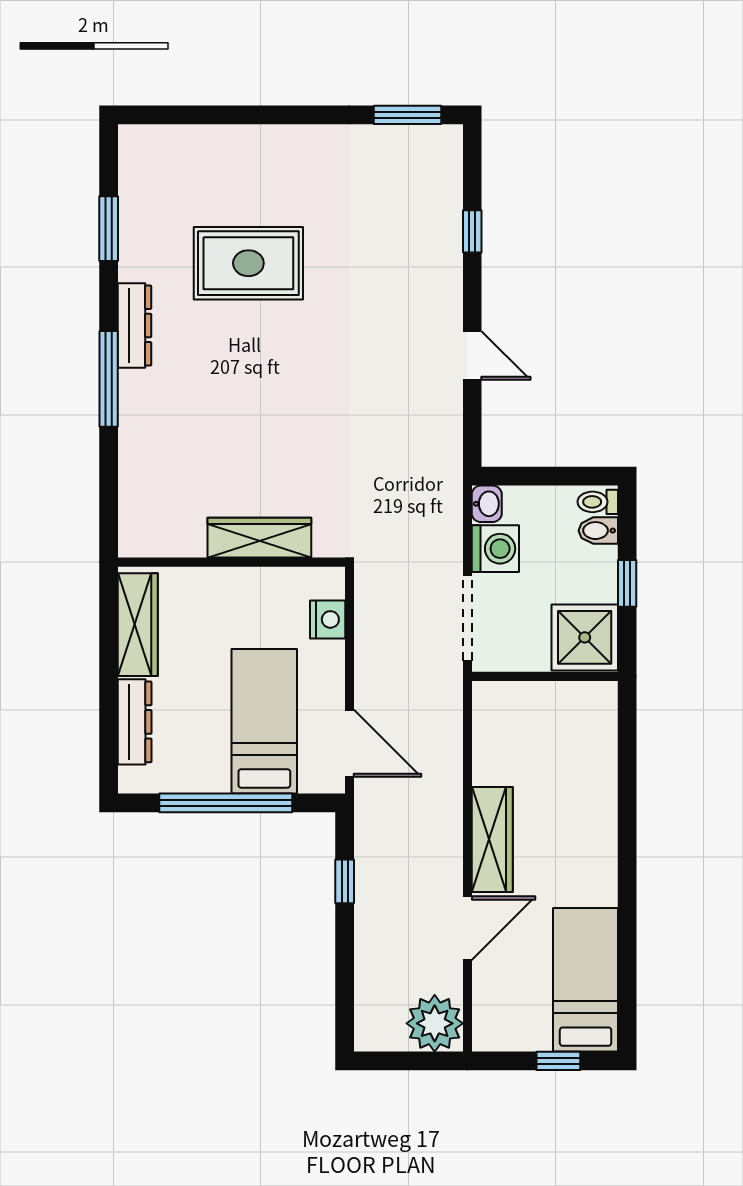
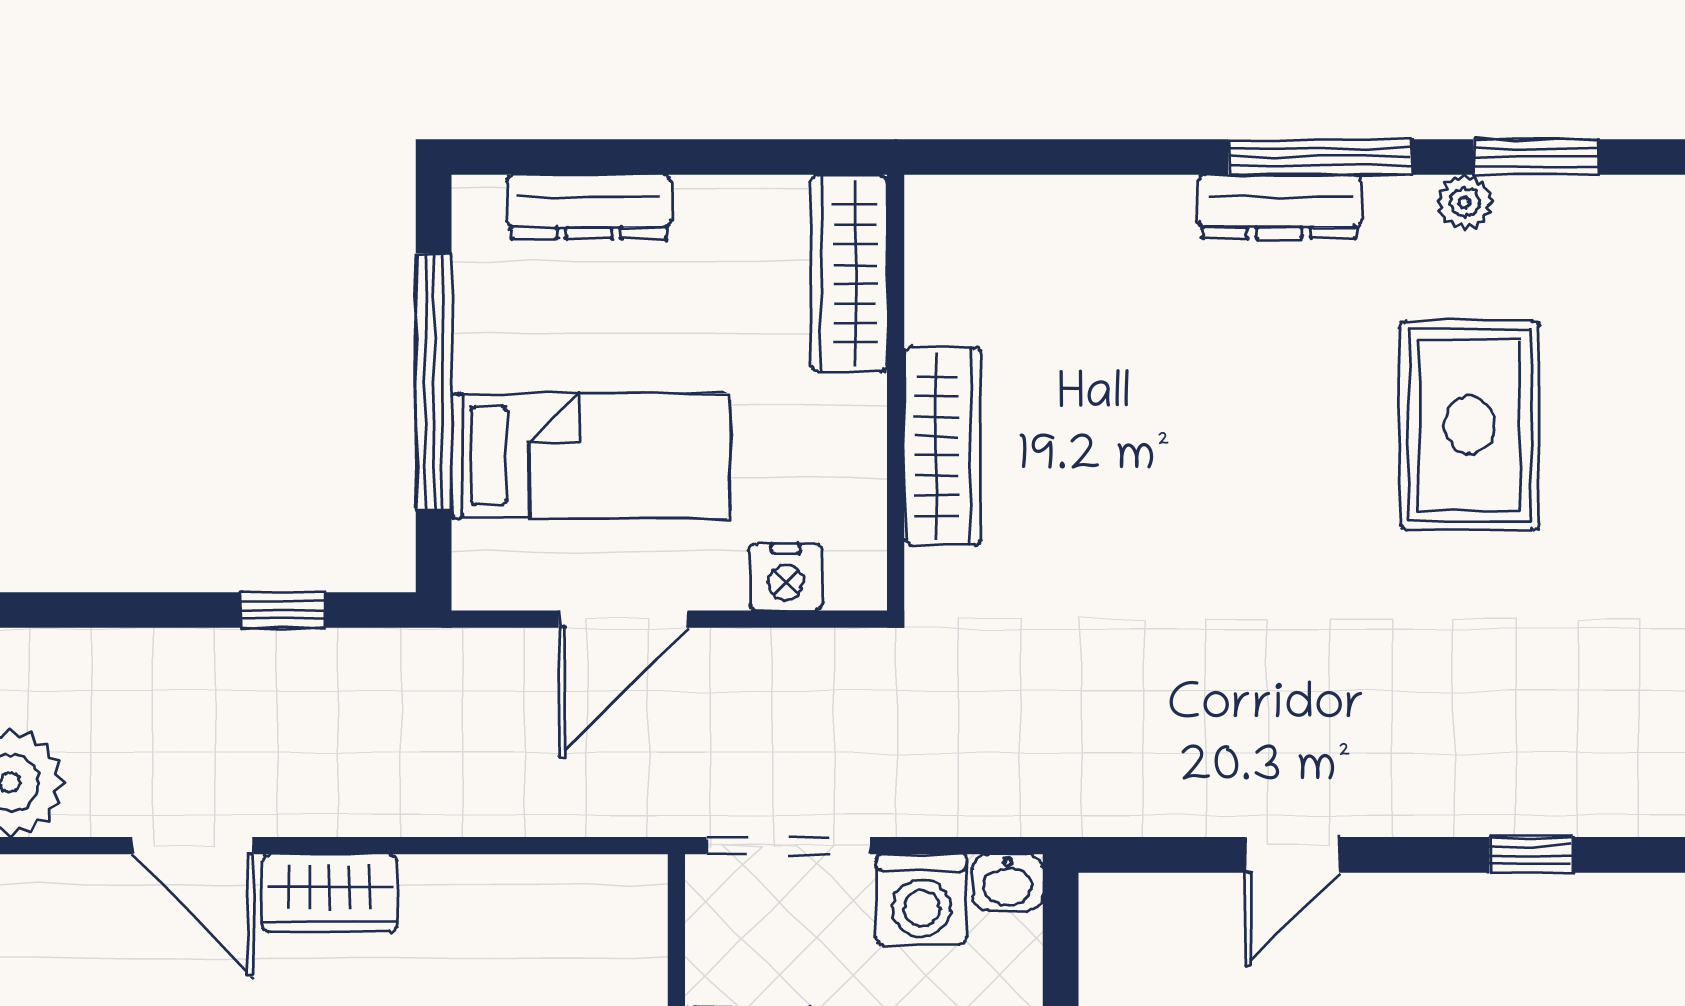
plant: (132, 266) -> (1465, 202), added
dresser: (135, 326) -> (1279, 207), moved
window: (109, 379) -> (1320, 157), moved
wardrobe: (138, 625) -> (849, 273), moved, turned 90
door: (349, 743) -> (623, 619), moved
wardrobe: (492, 840) -> (329, 893), width x0.67

